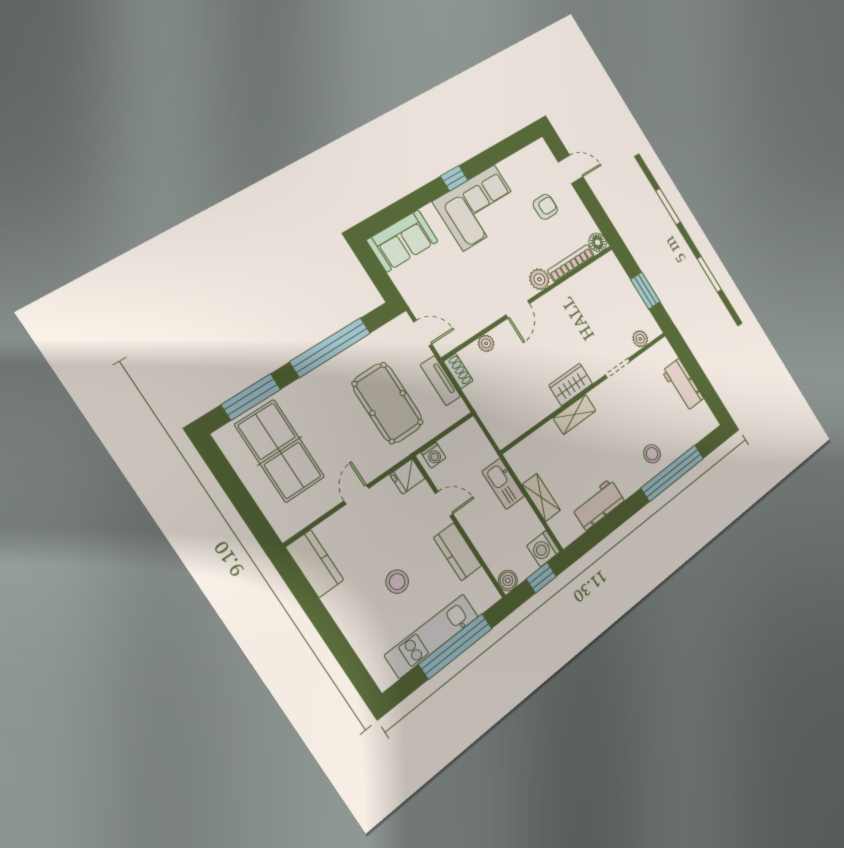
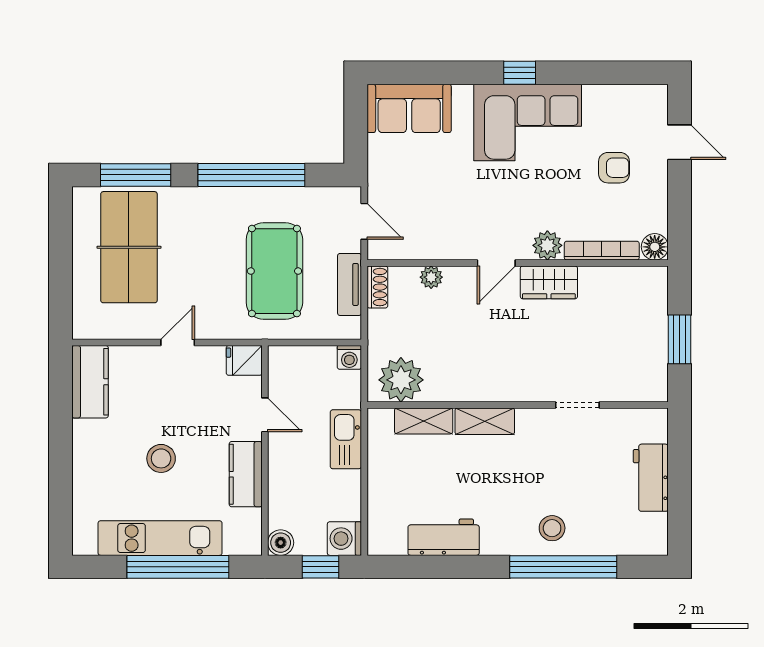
plant: (640, 339) -> (401, 380), moved, width x1.88, depth x1.88
wardrobe: (571, 384) -> (549, 282), moved, turned 180
washing machine: (434, 455) -> (349, 357), moved
shelving: (541, 497) -> (424, 421), moved, turned 90

